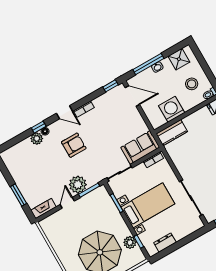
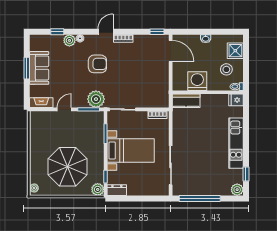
shower: (179, 59) -> (235, 51), moved
window: (148, 64) -> (200, 32), removed
door: (65, 112) -> (106, 32), swing flipped
window: (39, 127) -> (57, 32), moved
sofa: (140, 147) -> (39, 68), moved, turned 90
plant: (78, 185) -> (96, 99), moved
window: (18, 195) -> (27, 68), moved
plant: (130, 242) -> (98, 189), moved
dresser: (165, 243) -> (117, 190), moved

